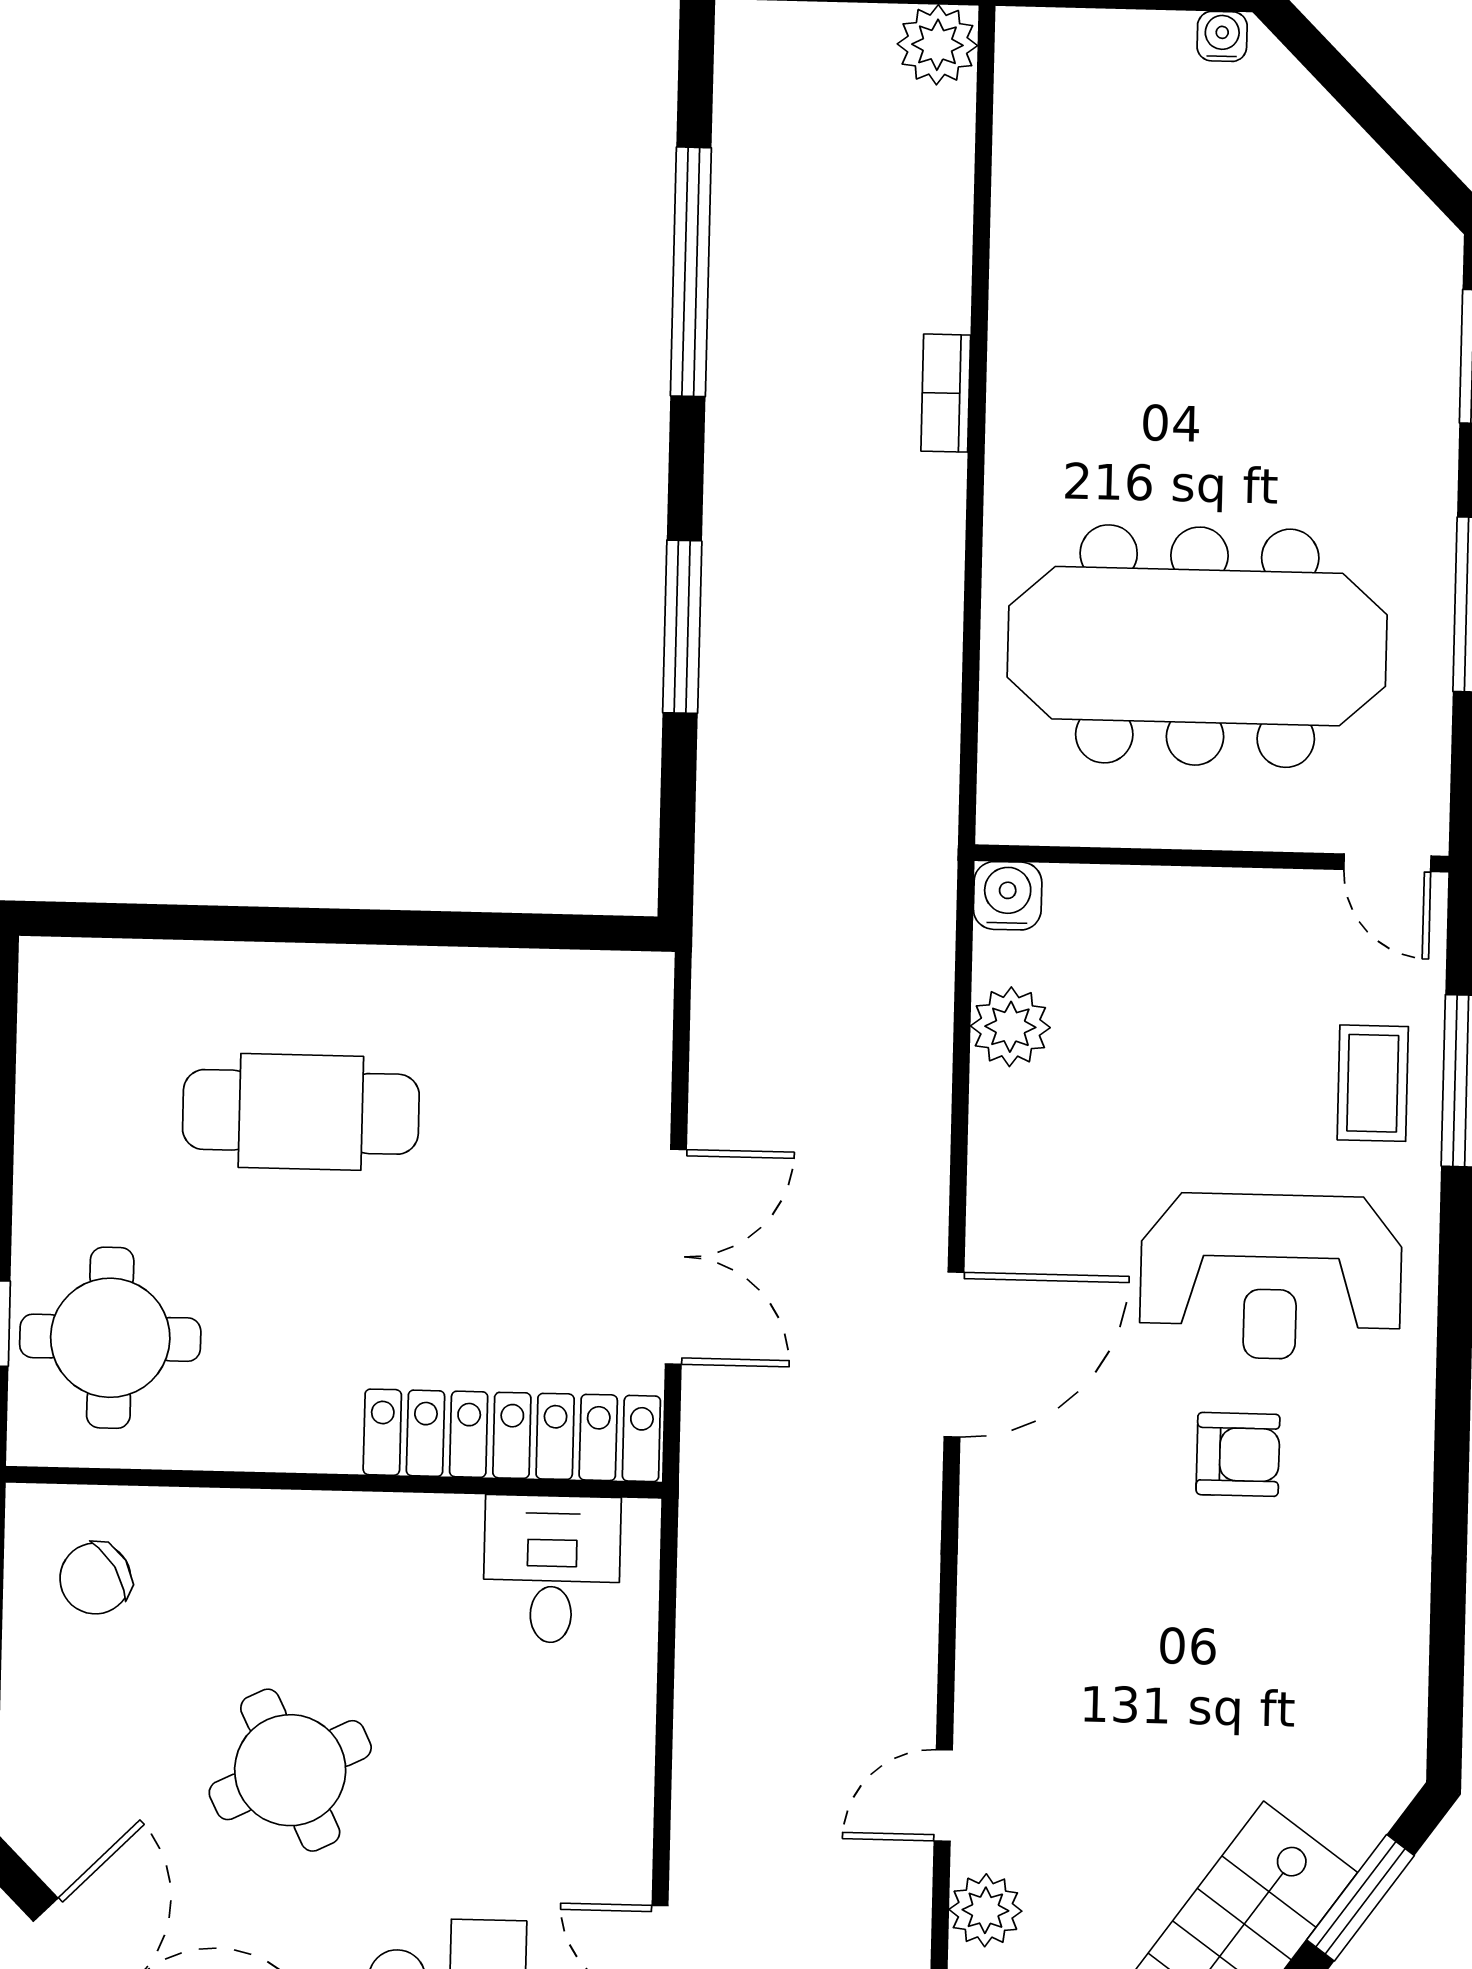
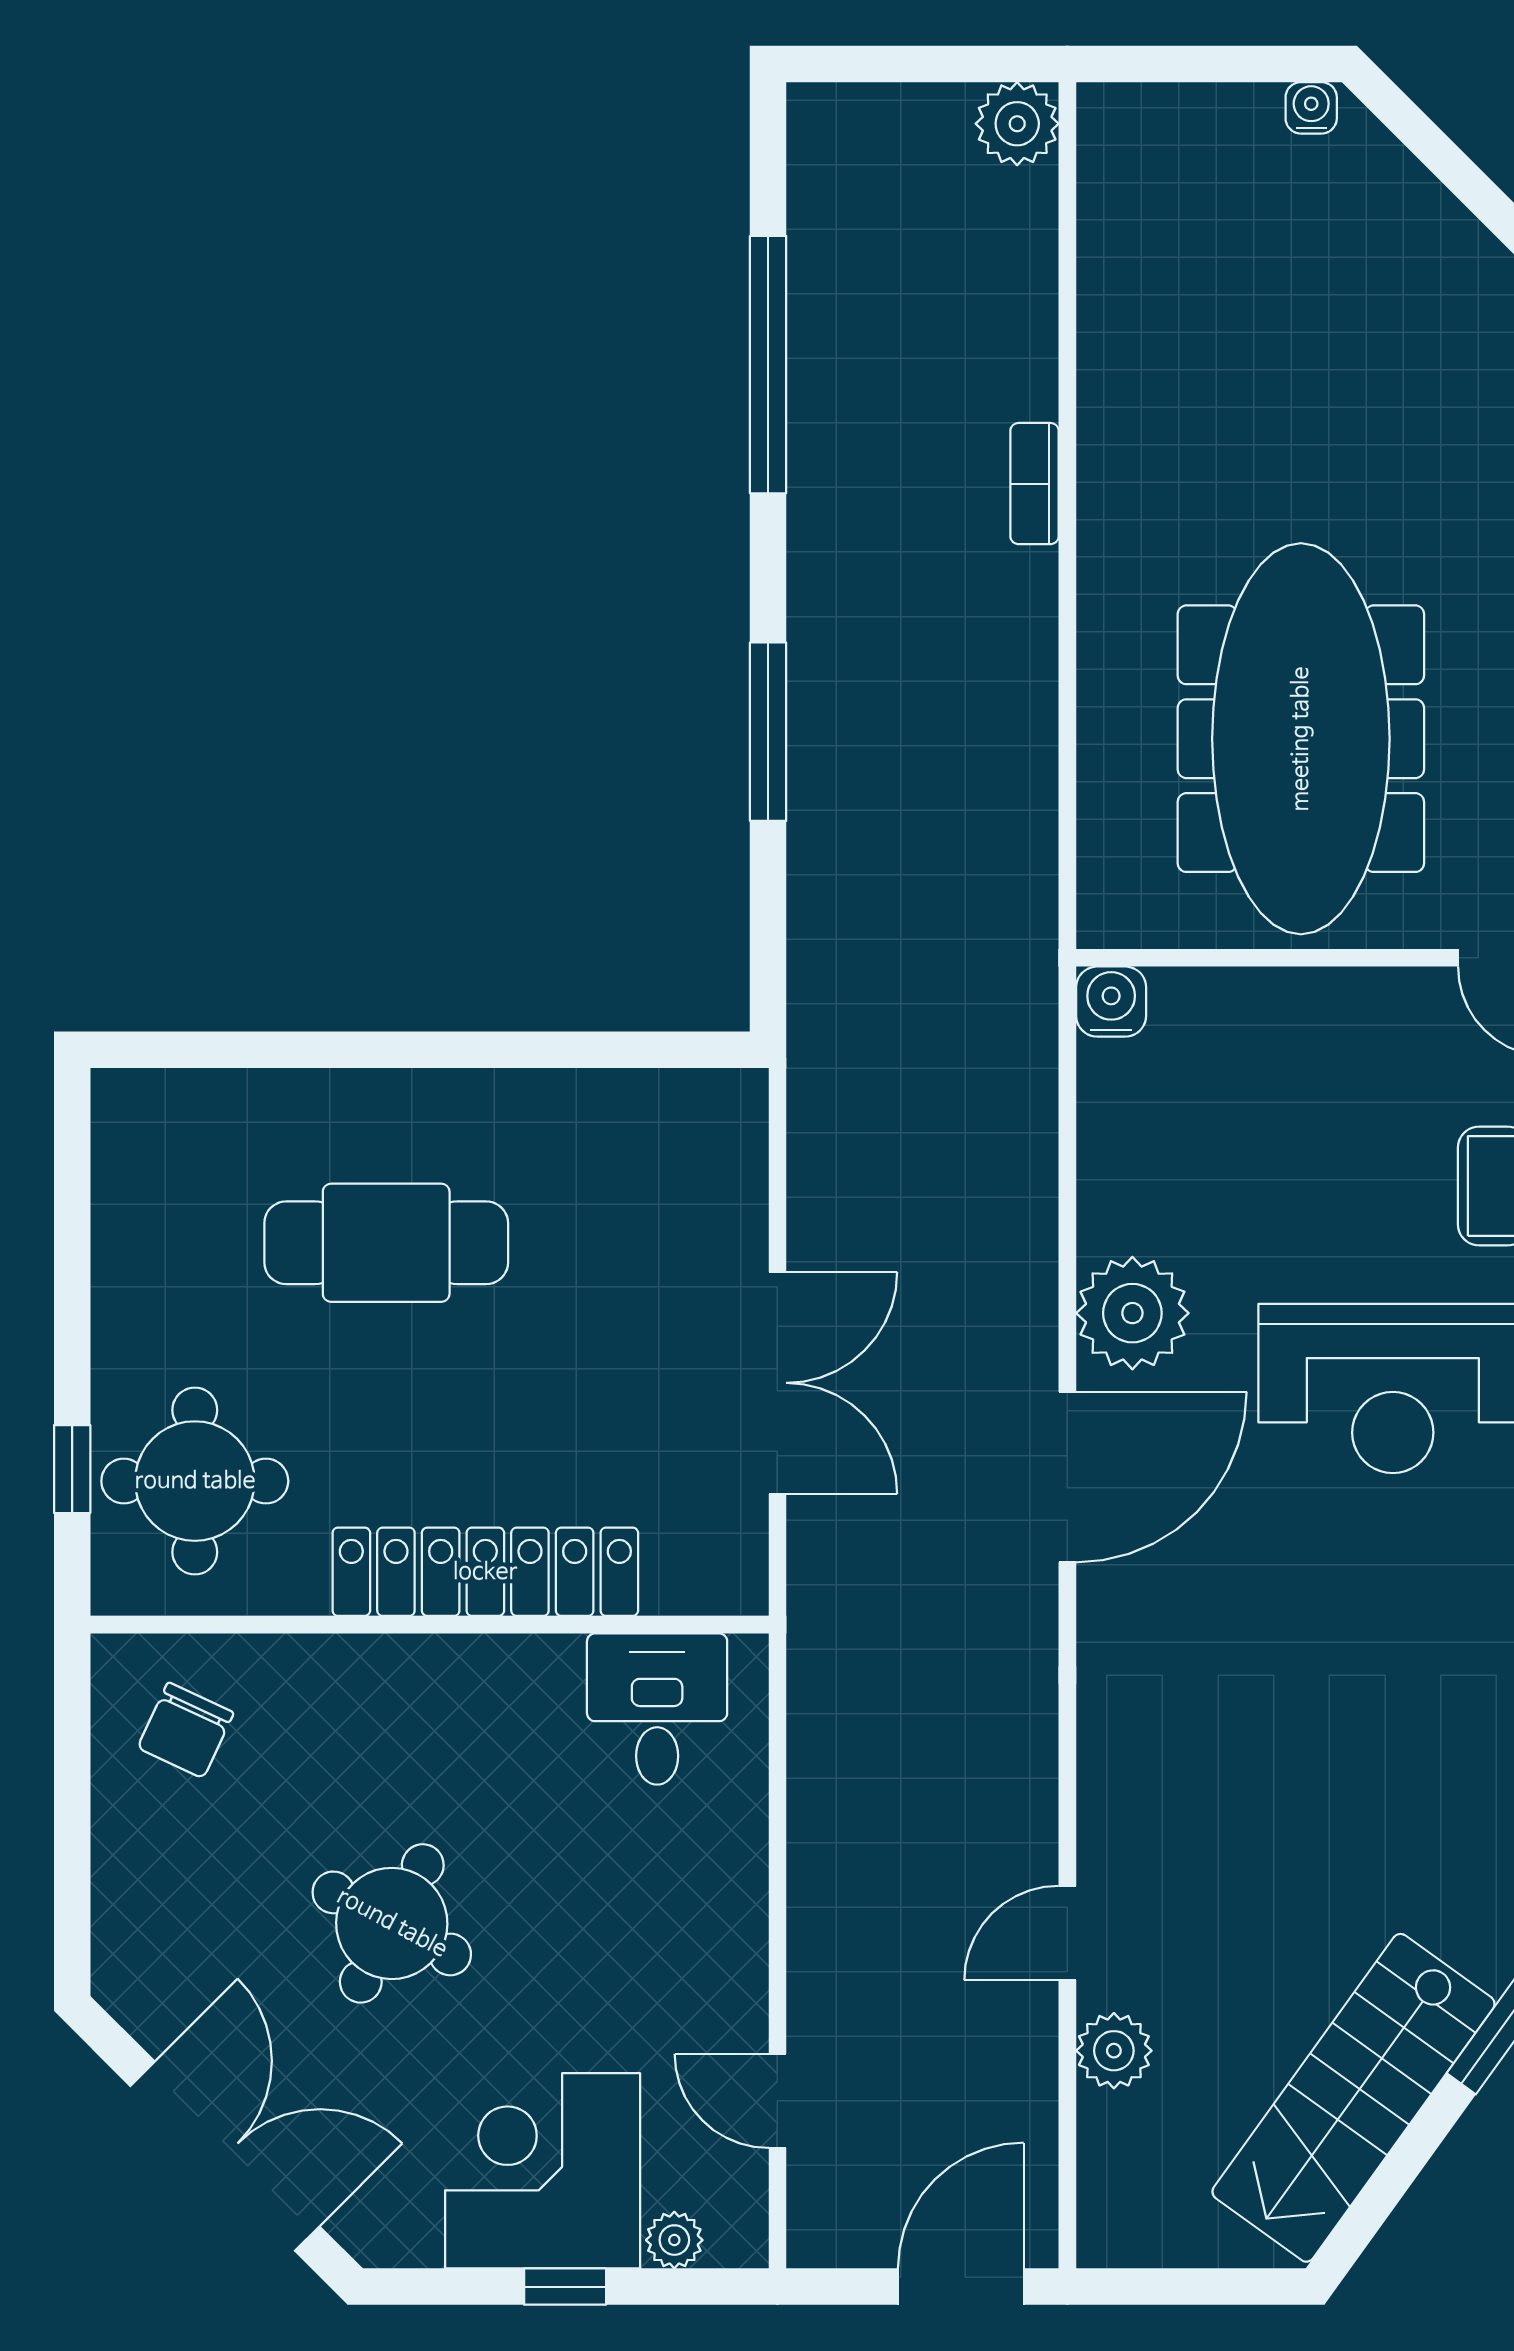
meeting table: (1197, 646) -> (1301, 739), turned 90
plant: (1010, 1027) -> (1132, 1313), moved, width x1.36, depth x1.36
locker: (512, 1435) -> (485, 1572), moved
armchair: (1238, 1454) -> (1363, 1573), removed
chair: (95, 1578) -> (186, 1730), turned -33
round table: (290, 1770) -> (392, 1923), turned -36

